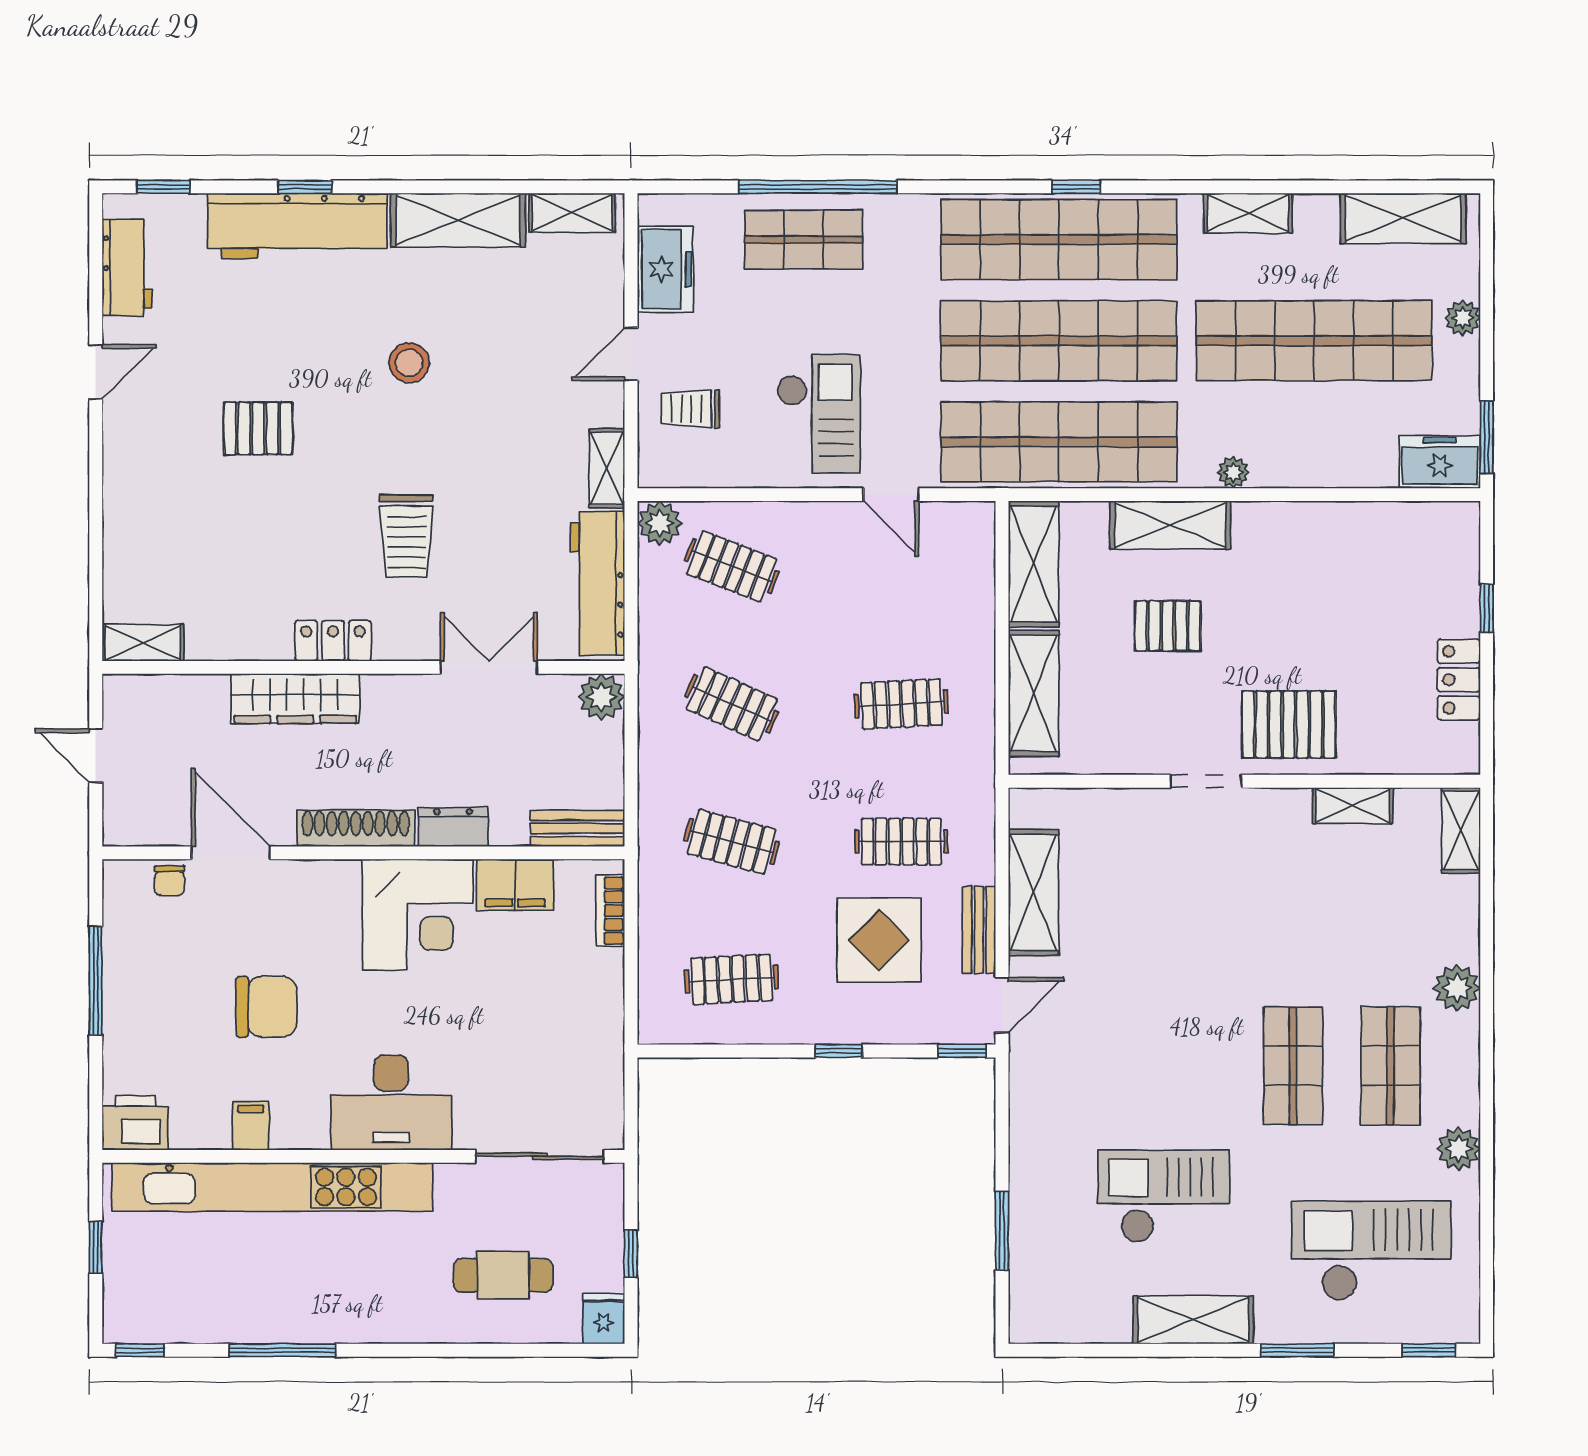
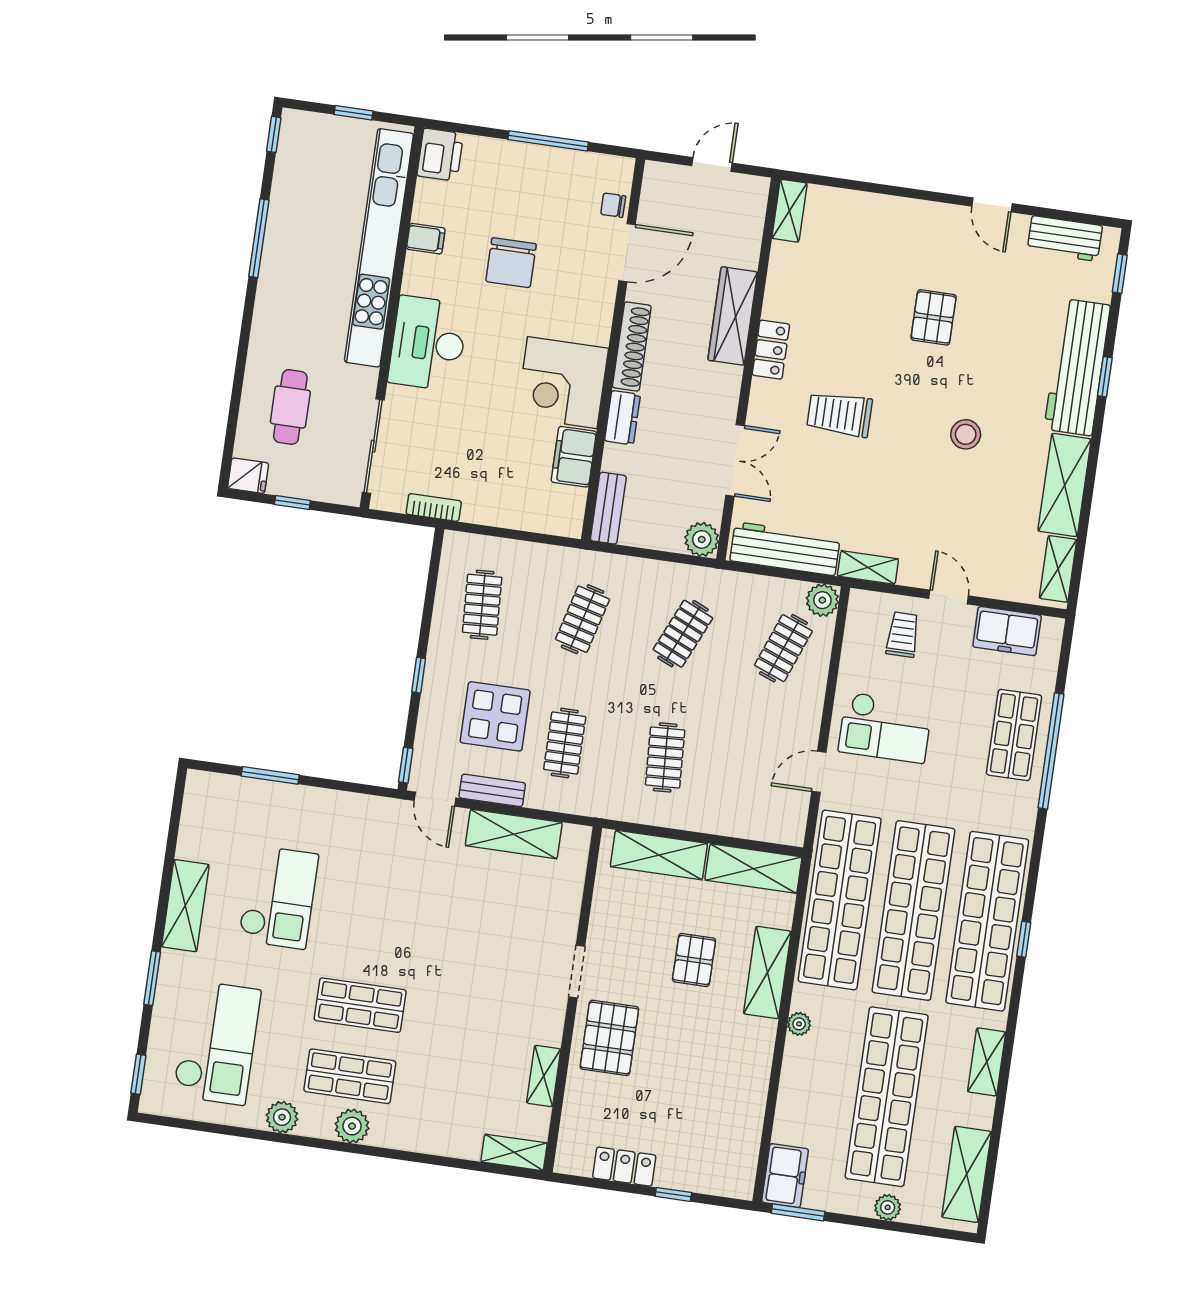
bookcase: (610, 911) -> (434, 507), moved
plant: (1457, 988) -> (352, 1126), moved

